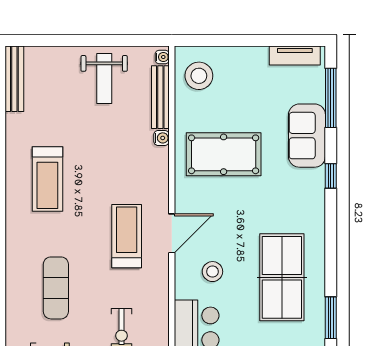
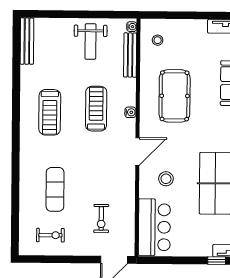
stool: (199, 76) -> (158, 40), width x0.53, depth x0.53
water cooler: (161, 138) -> (130, 112), moved
pool table: (224, 154) -> (175, 96), turned 90
treadmill: (127, 236) -> (96, 109), moved

